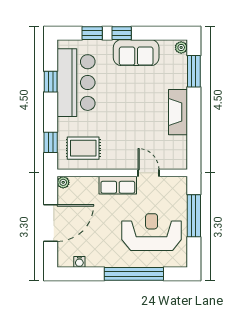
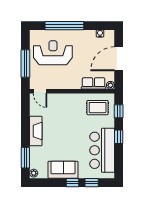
window: (51, 82) -> (119, 137), moved
door: (149, 173) -> (40, 91), moved
row of seats: (118, 185) -> (94, 83), moved
reception desk: (152, 232) -> (53, 53), turned 180

